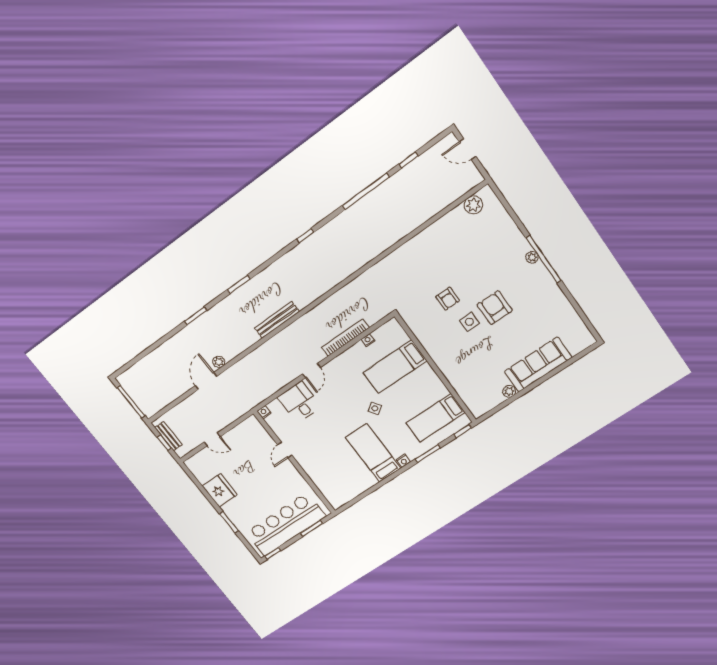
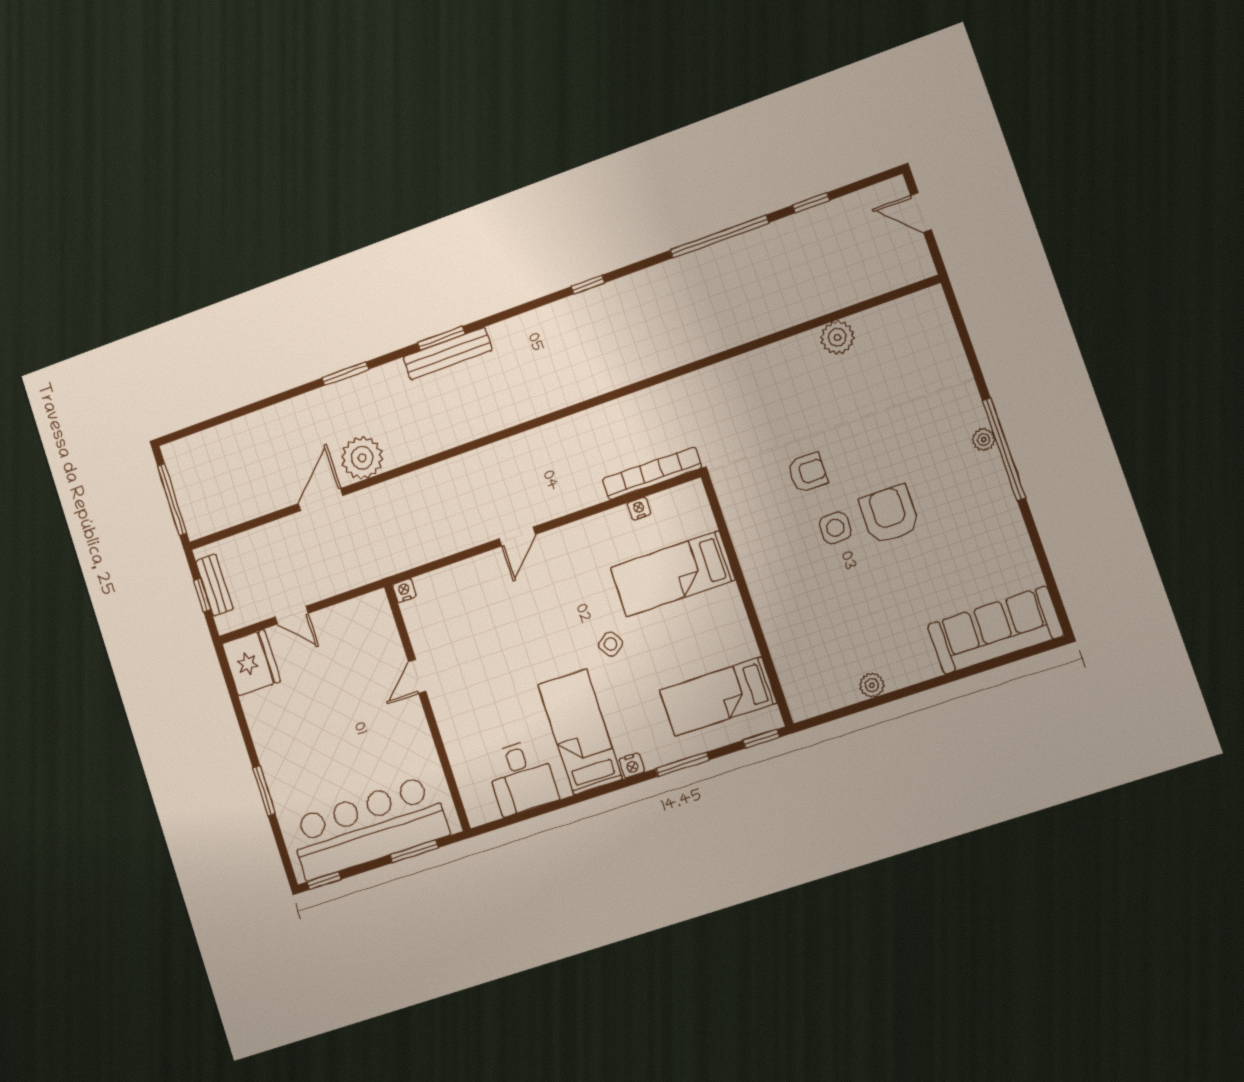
plant: (473, 205) -> (837, 337), moved
armchair: (448, 299) -> (808, 473), turned -90
bench: (277, 320) -> (448, 354), moved
bookcase: (345, 338) -> (652, 473), moved
plant: (219, 362) -> (362, 458), width x1.87, depth x1.87
sofa: (538, 364) -> (995, 630), moved
desk: (299, 402) -> (522, 777), moved, turned 180
fridge: (220, 490) -> (251, 663), moved

